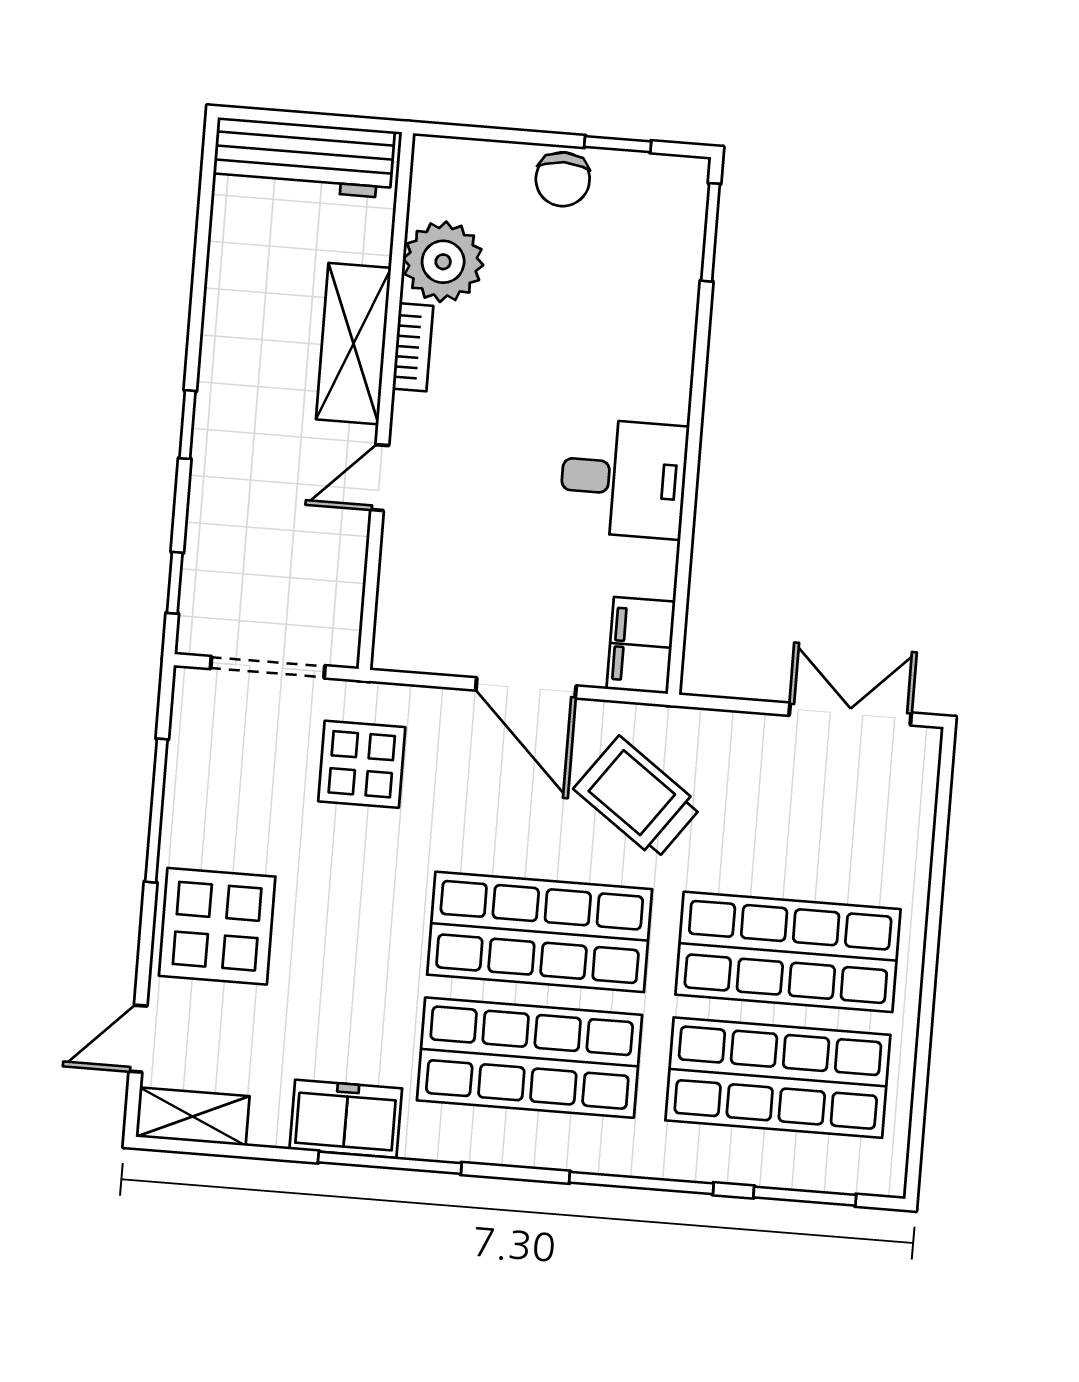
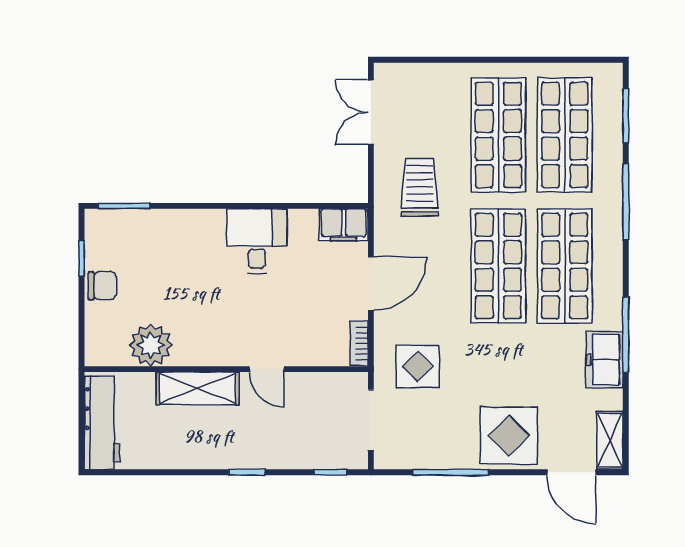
bookcase: (413, 347) -> (359, 344), moved, turned -90
trolley: (638, 798) -> (420, 187), moved, turned 144
door: (138, 1039) -> (571, 472), width x1.37

